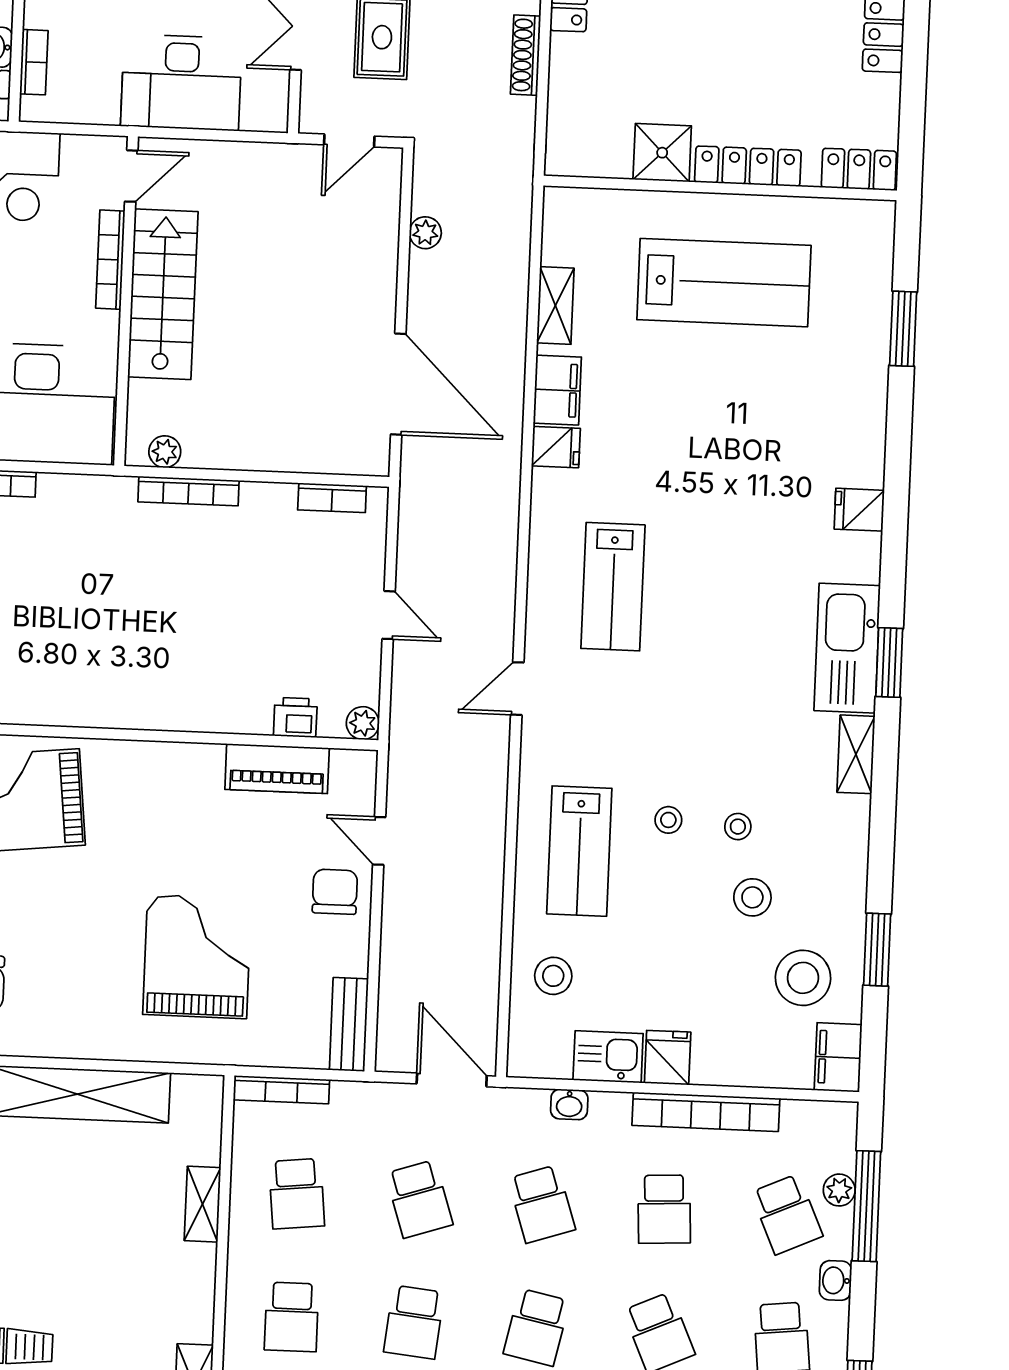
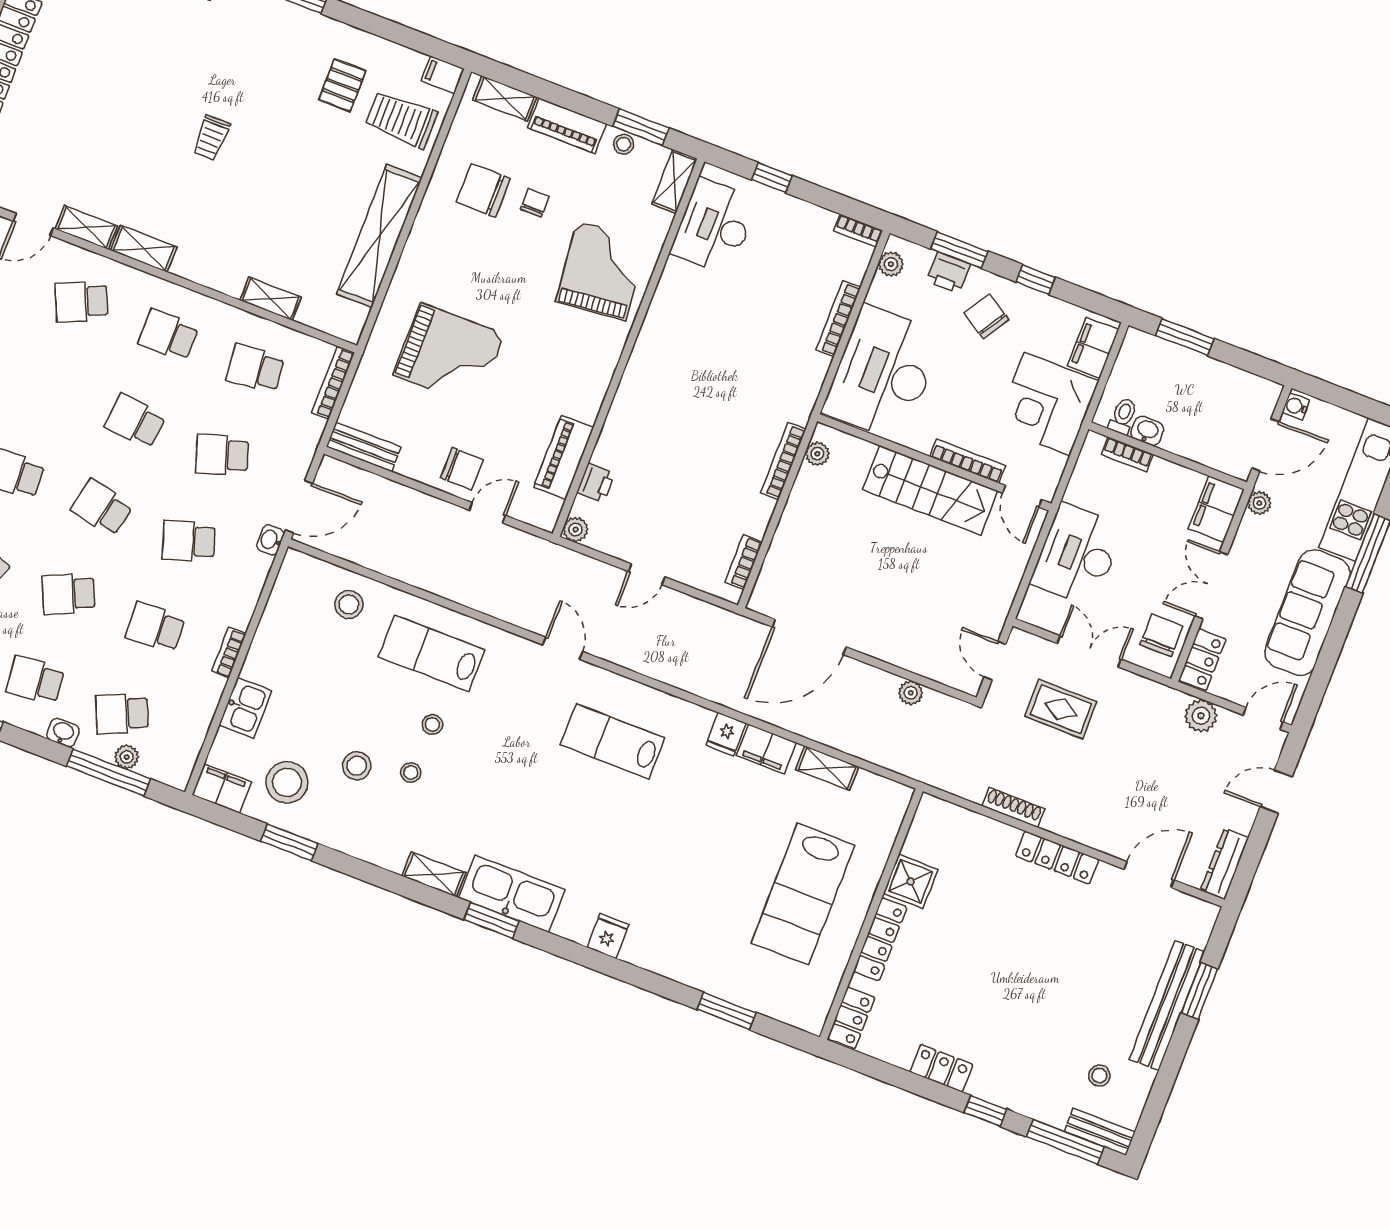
kitchen sink: (608, 1057) -> (245, 708), moved
fridge: (668, 1058) -> (263, 666), removed
washbasin: (569, 1104) -> (270, 540), moved
bookcase: (706, 1112) -> (229, 652), width x0.43, depth x0.76

